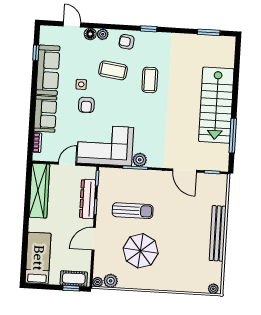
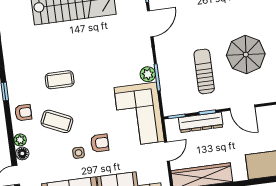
armchair: (127, 42) -> (23, 113), turned -97
coffee table: (113, 70) -> (57, 121), turned -74
door: (67, 164) -> (167, 152), swing flipped

